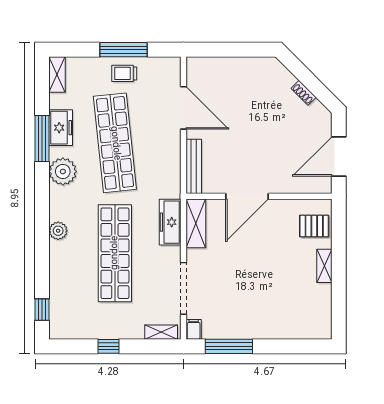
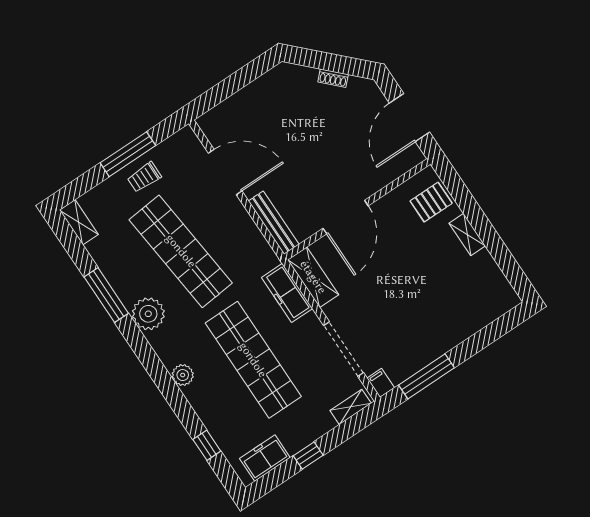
freezer: (61, 128) -> (265, 458), moved, turned -90
window: (42, 310) -> (207, 445), moved

